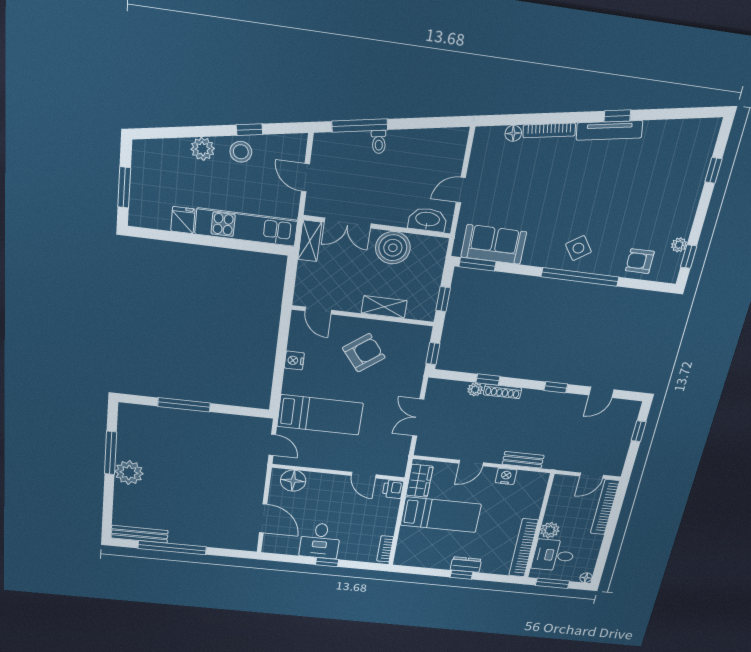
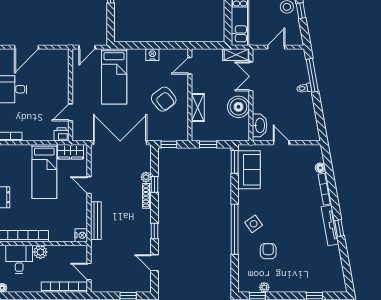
armchair: (640, 261) -> (268, 251), moved
double door: (418, 418) -> (120, 143), width x1.87
bench: (523, 460) -> (96, 221), width x1.36
nightstand: (506, 476) -> (81, 235), moved
floor lamp: (293, 481) -> (60, 64), removed

